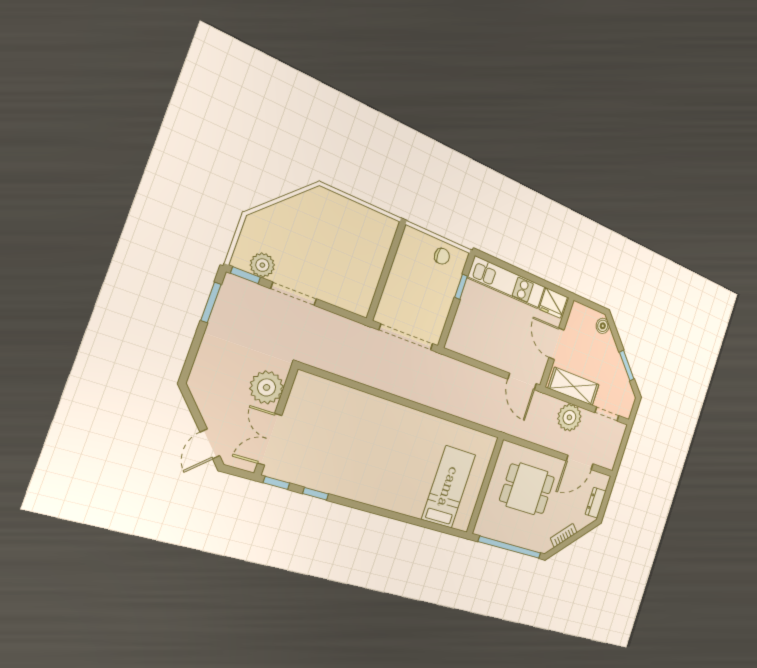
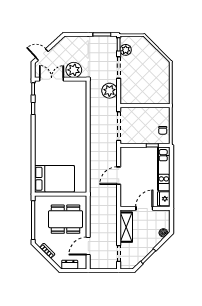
door: (522, 381) -> (119, 176), moved
plant: (569, 417) -> (109, 91), moved
door: (580, 463) -> (88, 246), hinge flipped
bed: (449, 487) -> (54, 179), width x1.50
dining table: (527, 489) -> (66, 219), width x1.38

